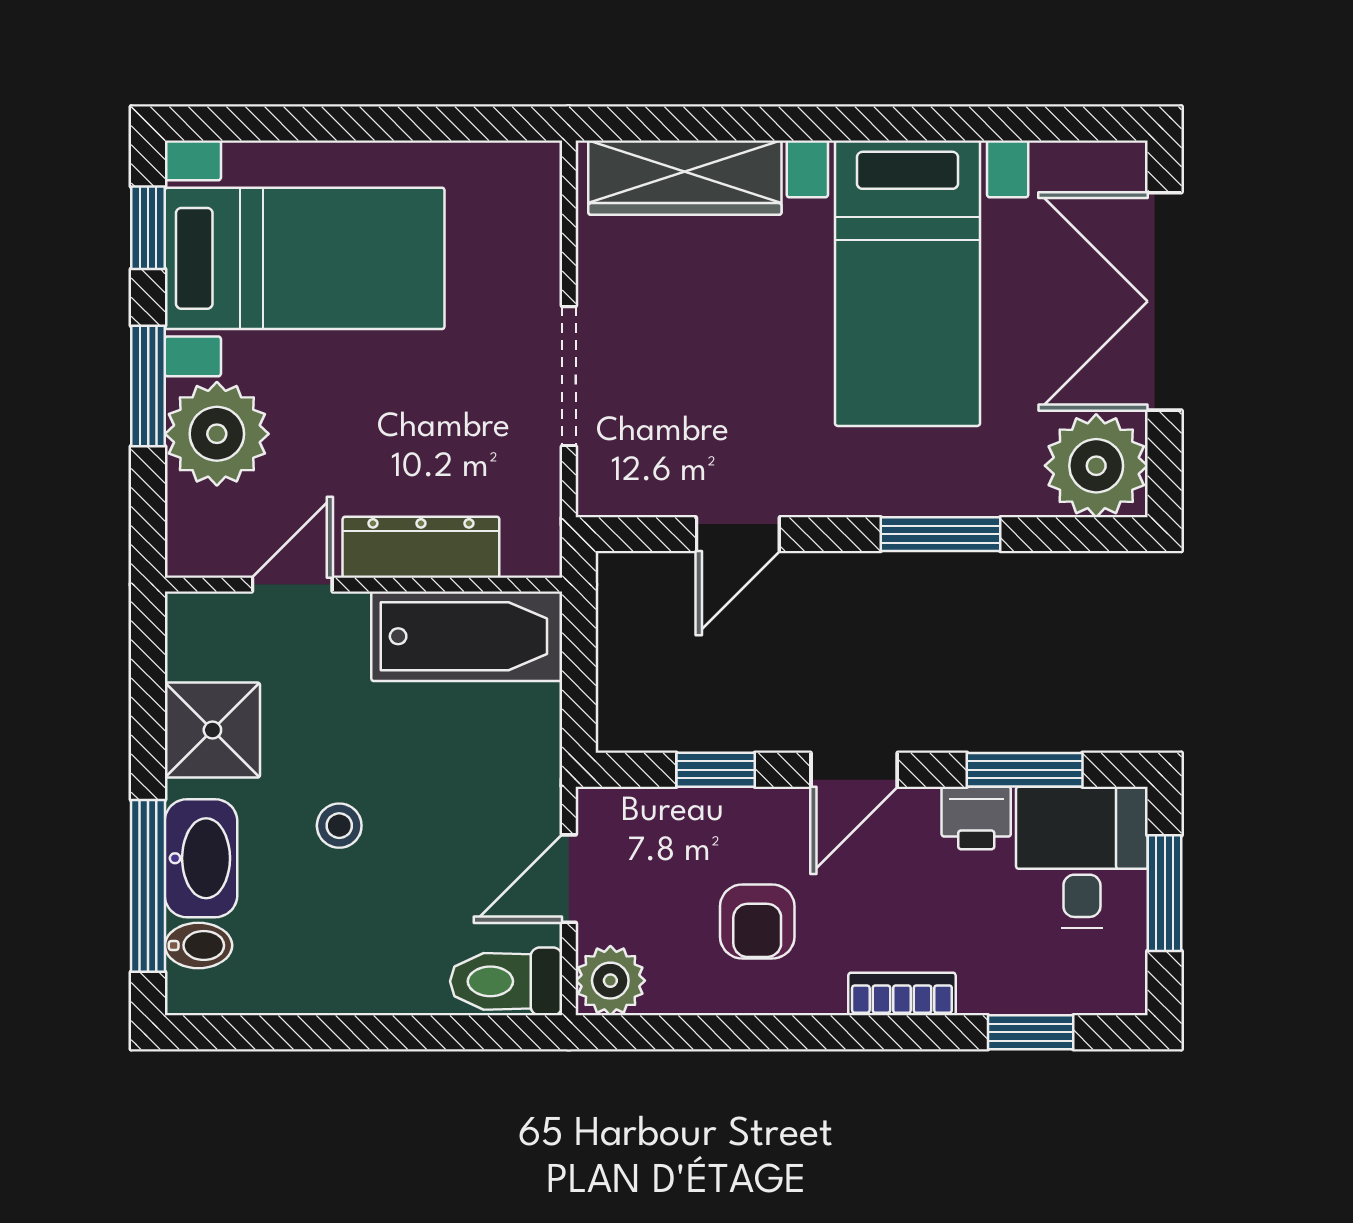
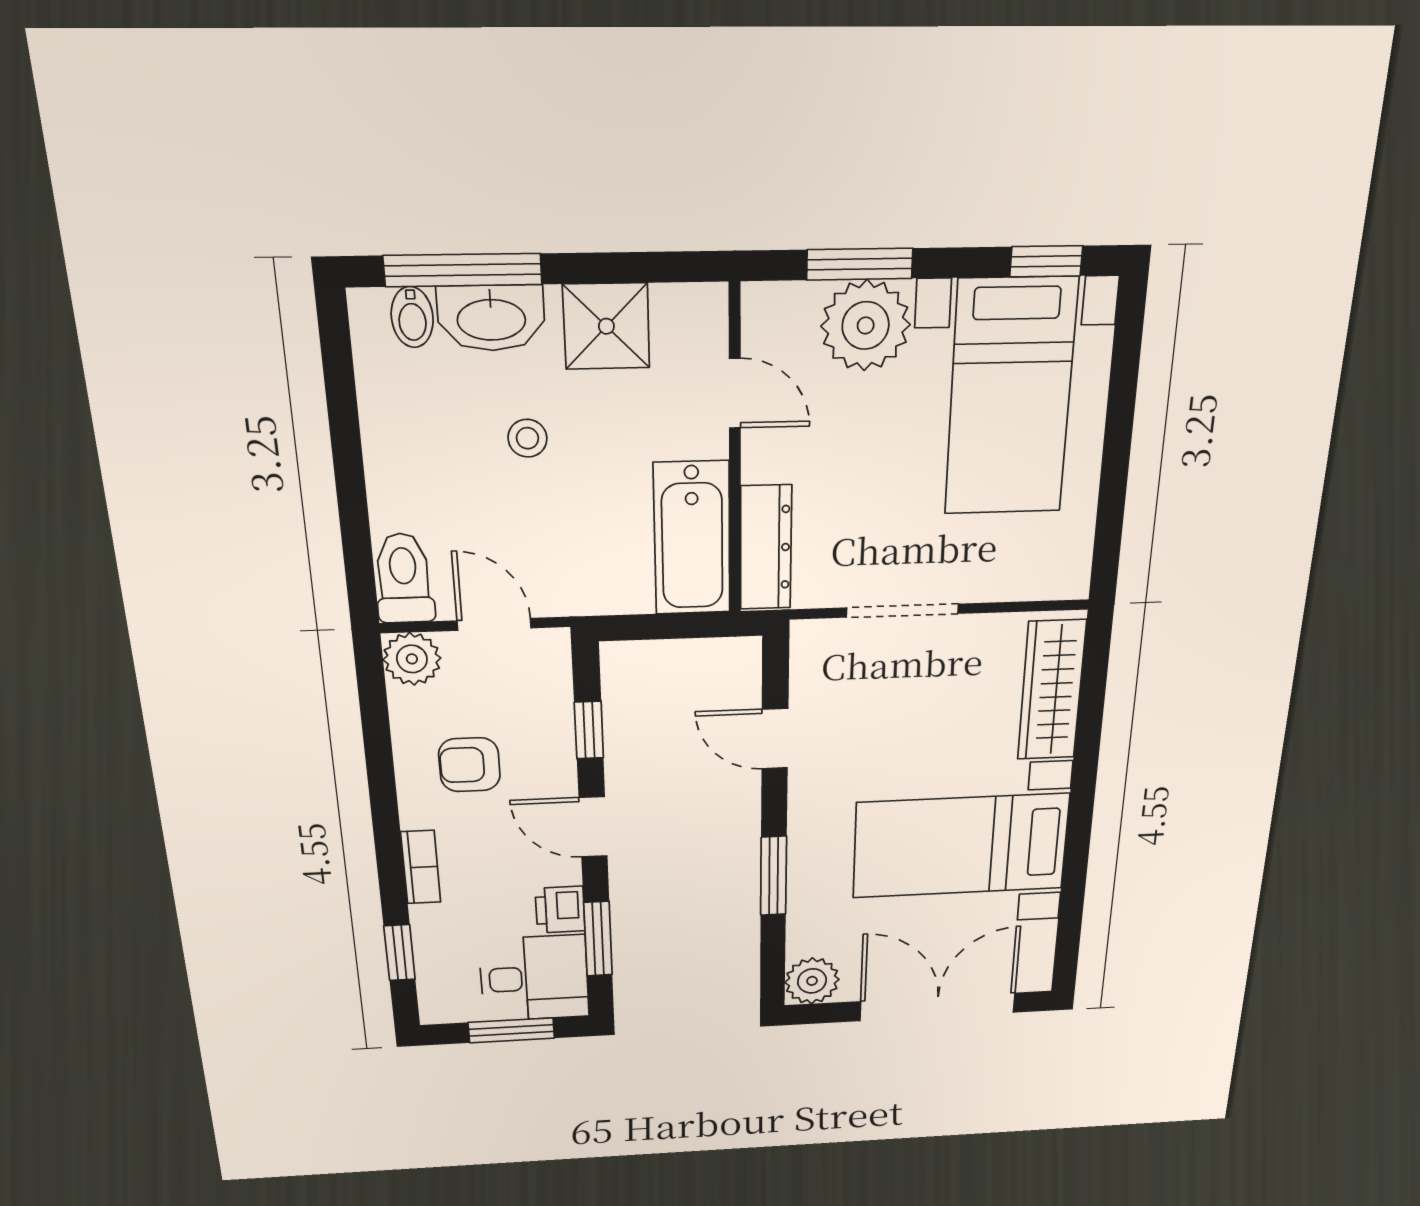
window: (148, 386) -> (860, 264), moved
plant: (1096, 466) -> (812, 981), width x0.73, depth x0.73
dresser: (421, 547) -> (766, 548), moved

